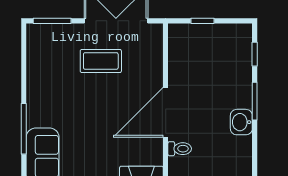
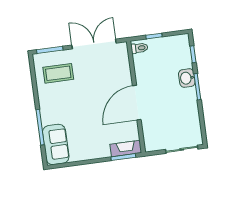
coffee table: (101, 61) -> (58, 73), moved
washbasin: (241, 122) -> (187, 78), moved
toilet: (180, 149) -> (139, 48), moved

